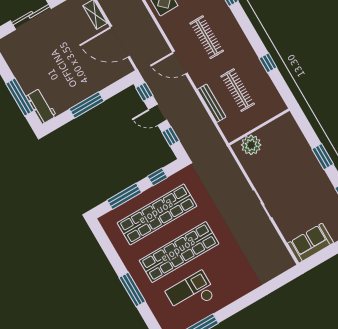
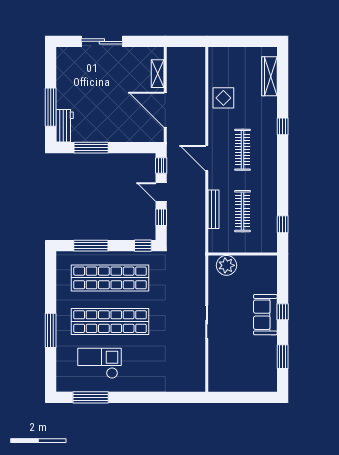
window: (268, 63) -> (283, 224), moved
window: (87, 105) -> (91, 148), moved
window: (323, 157) -> (283, 312), width x0.67
window: (157, 177) -> (143, 246), moved
sofa: (310, 243) -> (265, 315), moved, turned -90

